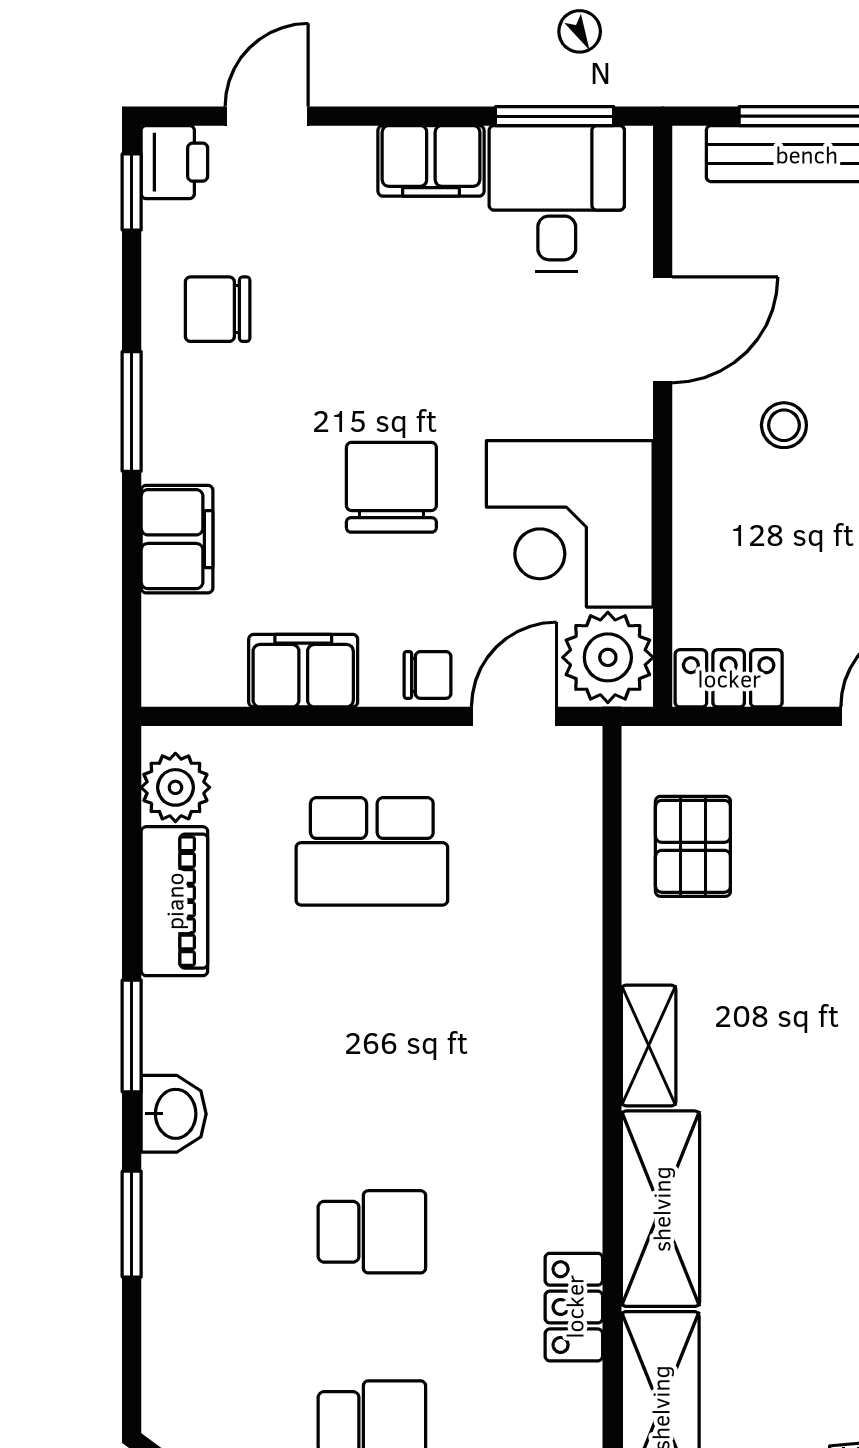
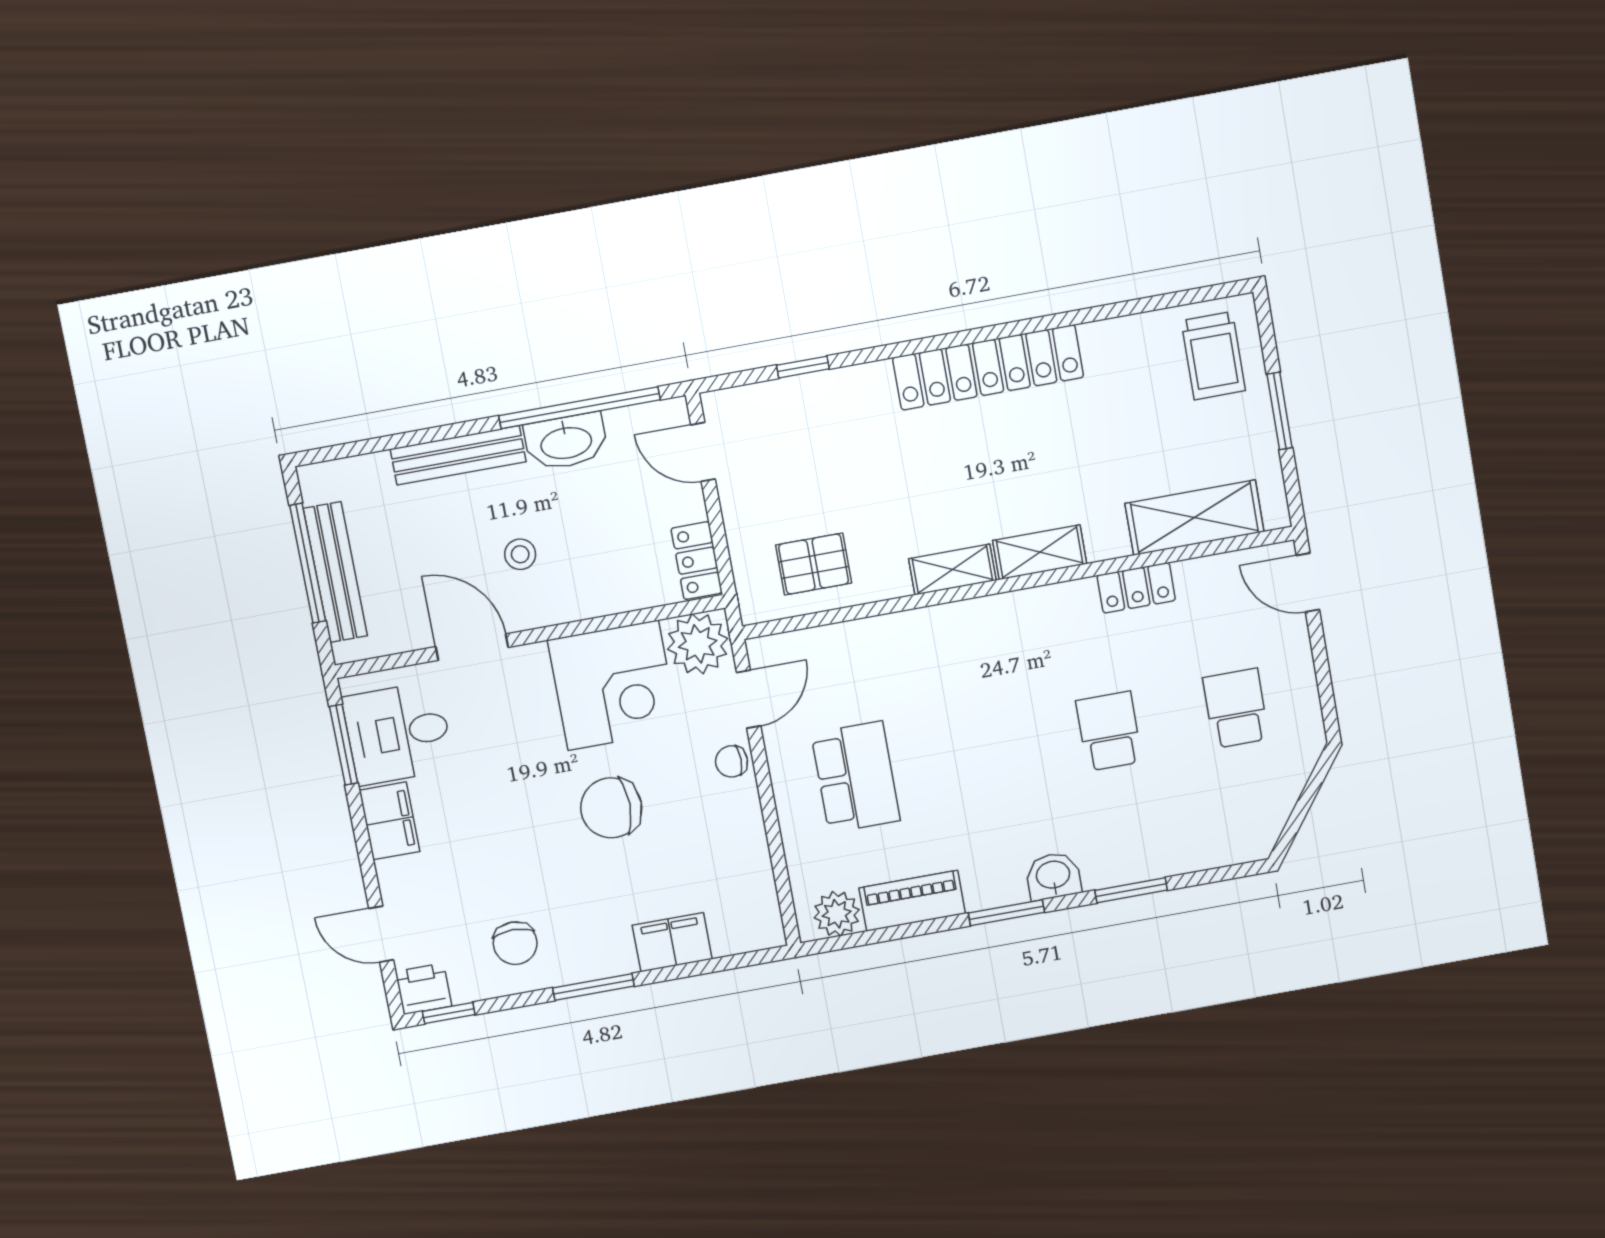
filing cabinet: (303, 671) -> (744, 844), removed
chair: (428, 675) -> (732, 761), turned -90
door: (514, 716) -> (749, 699), swing flipped
shelving: (661, 1209) -> (1040, 552), width x0.67, depth x0.75

